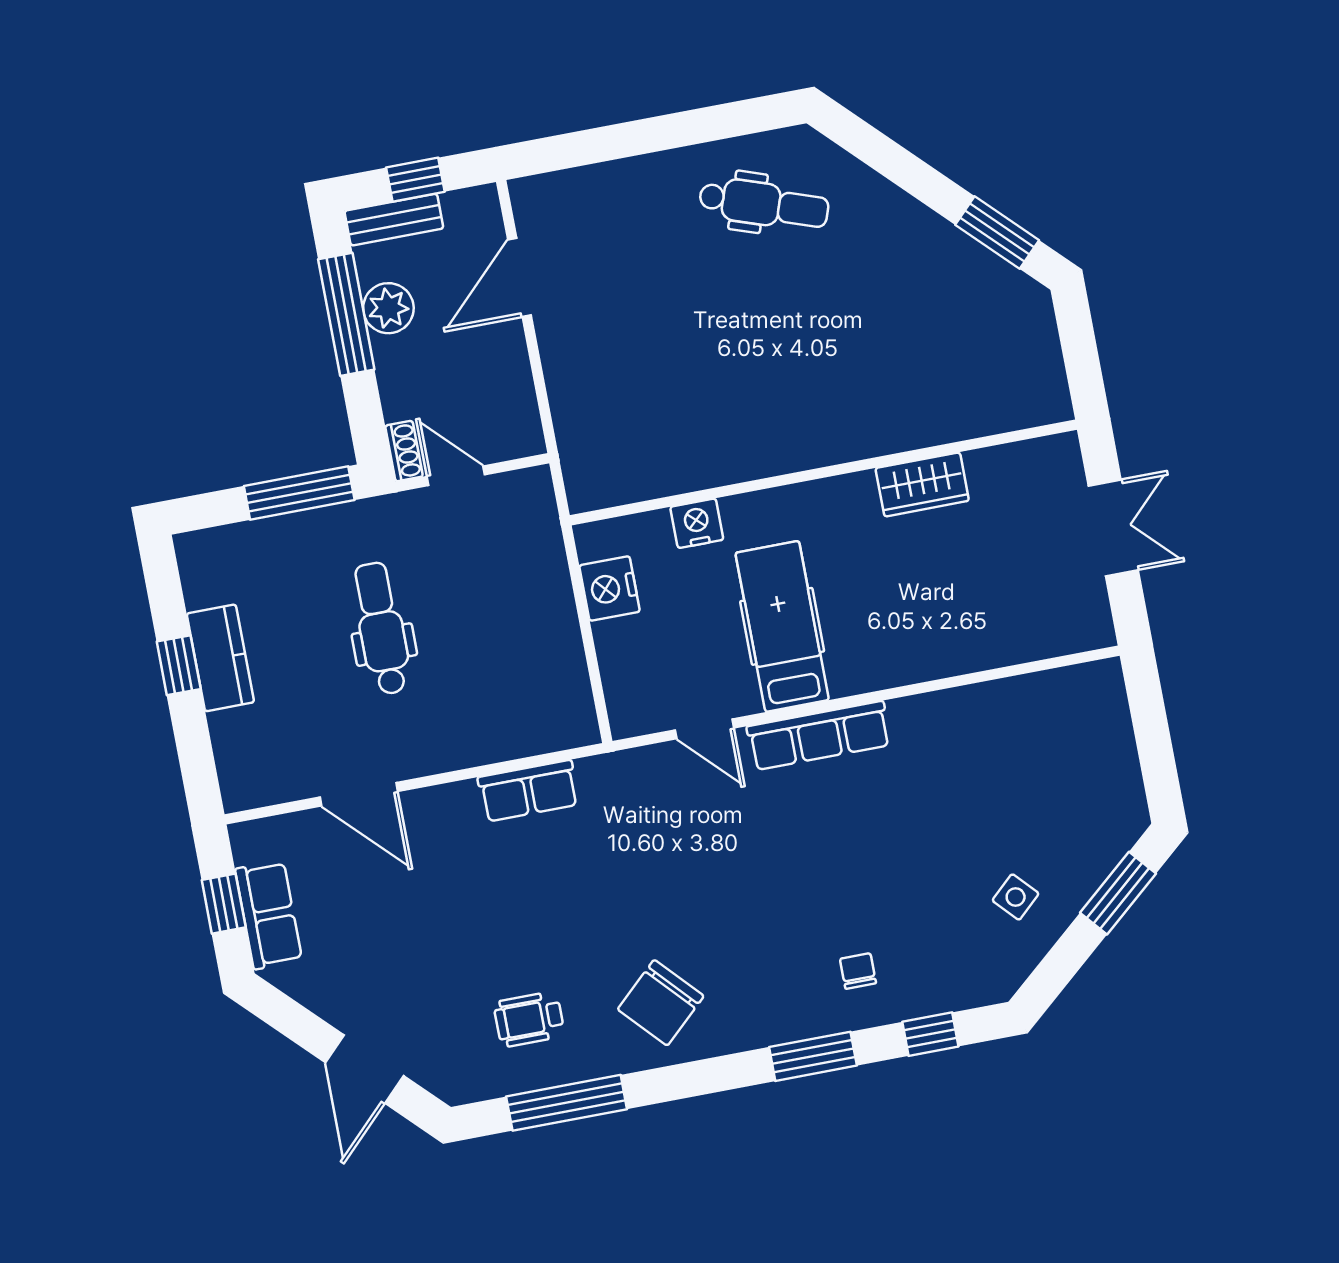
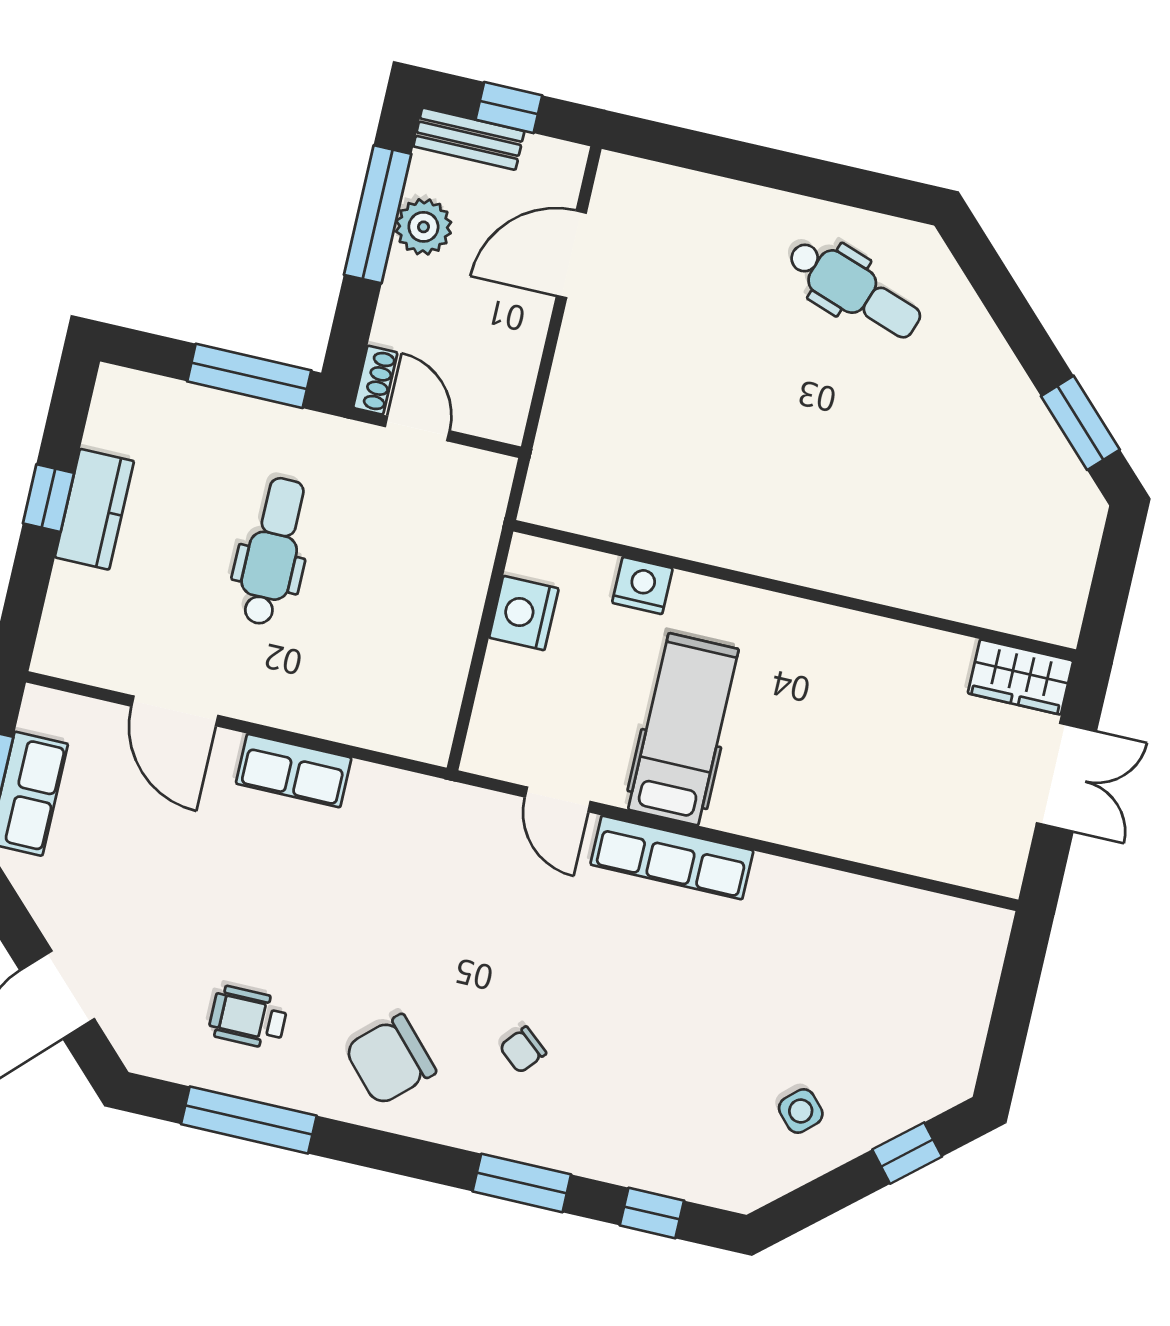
wardrobe: (922, 484) -> (1020, 677), moved
row of seats: (528, 791) -> (294, 771), moved
window: (1118, 893) -> (907, 1153), width x0.67
chair: (858, 971) -> (523, 1050), moved, turned -140

